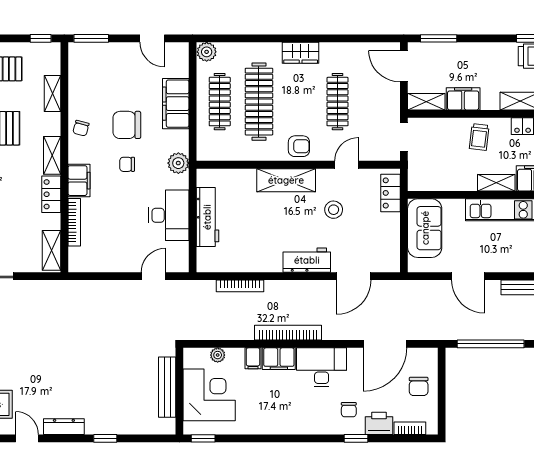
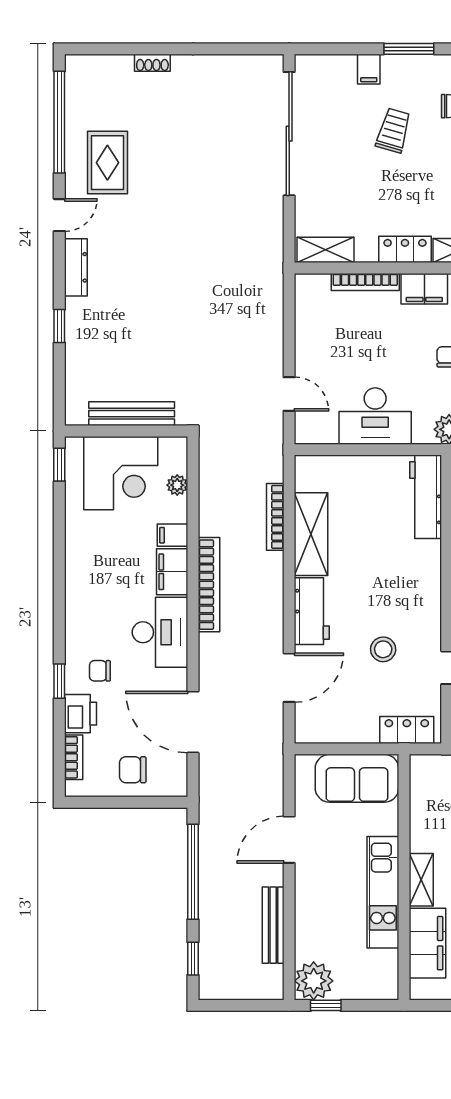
shelving: (286, 180) -> (311, 534), moved
workbench: (207, 217) -> (426, 497), moved, turned 90
door: (354, 276) -> (289, 678), swing flipped

